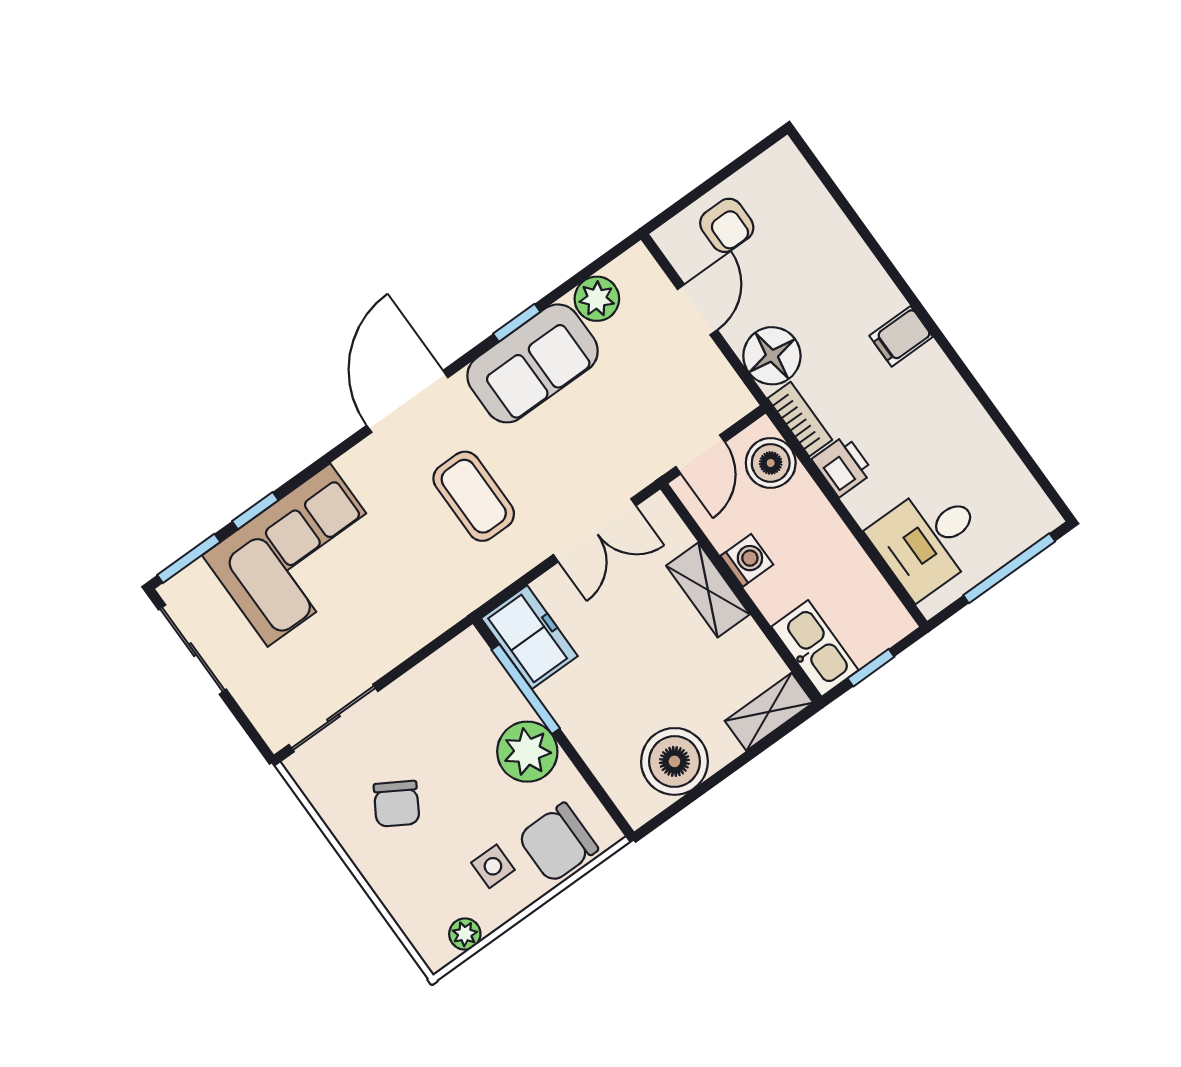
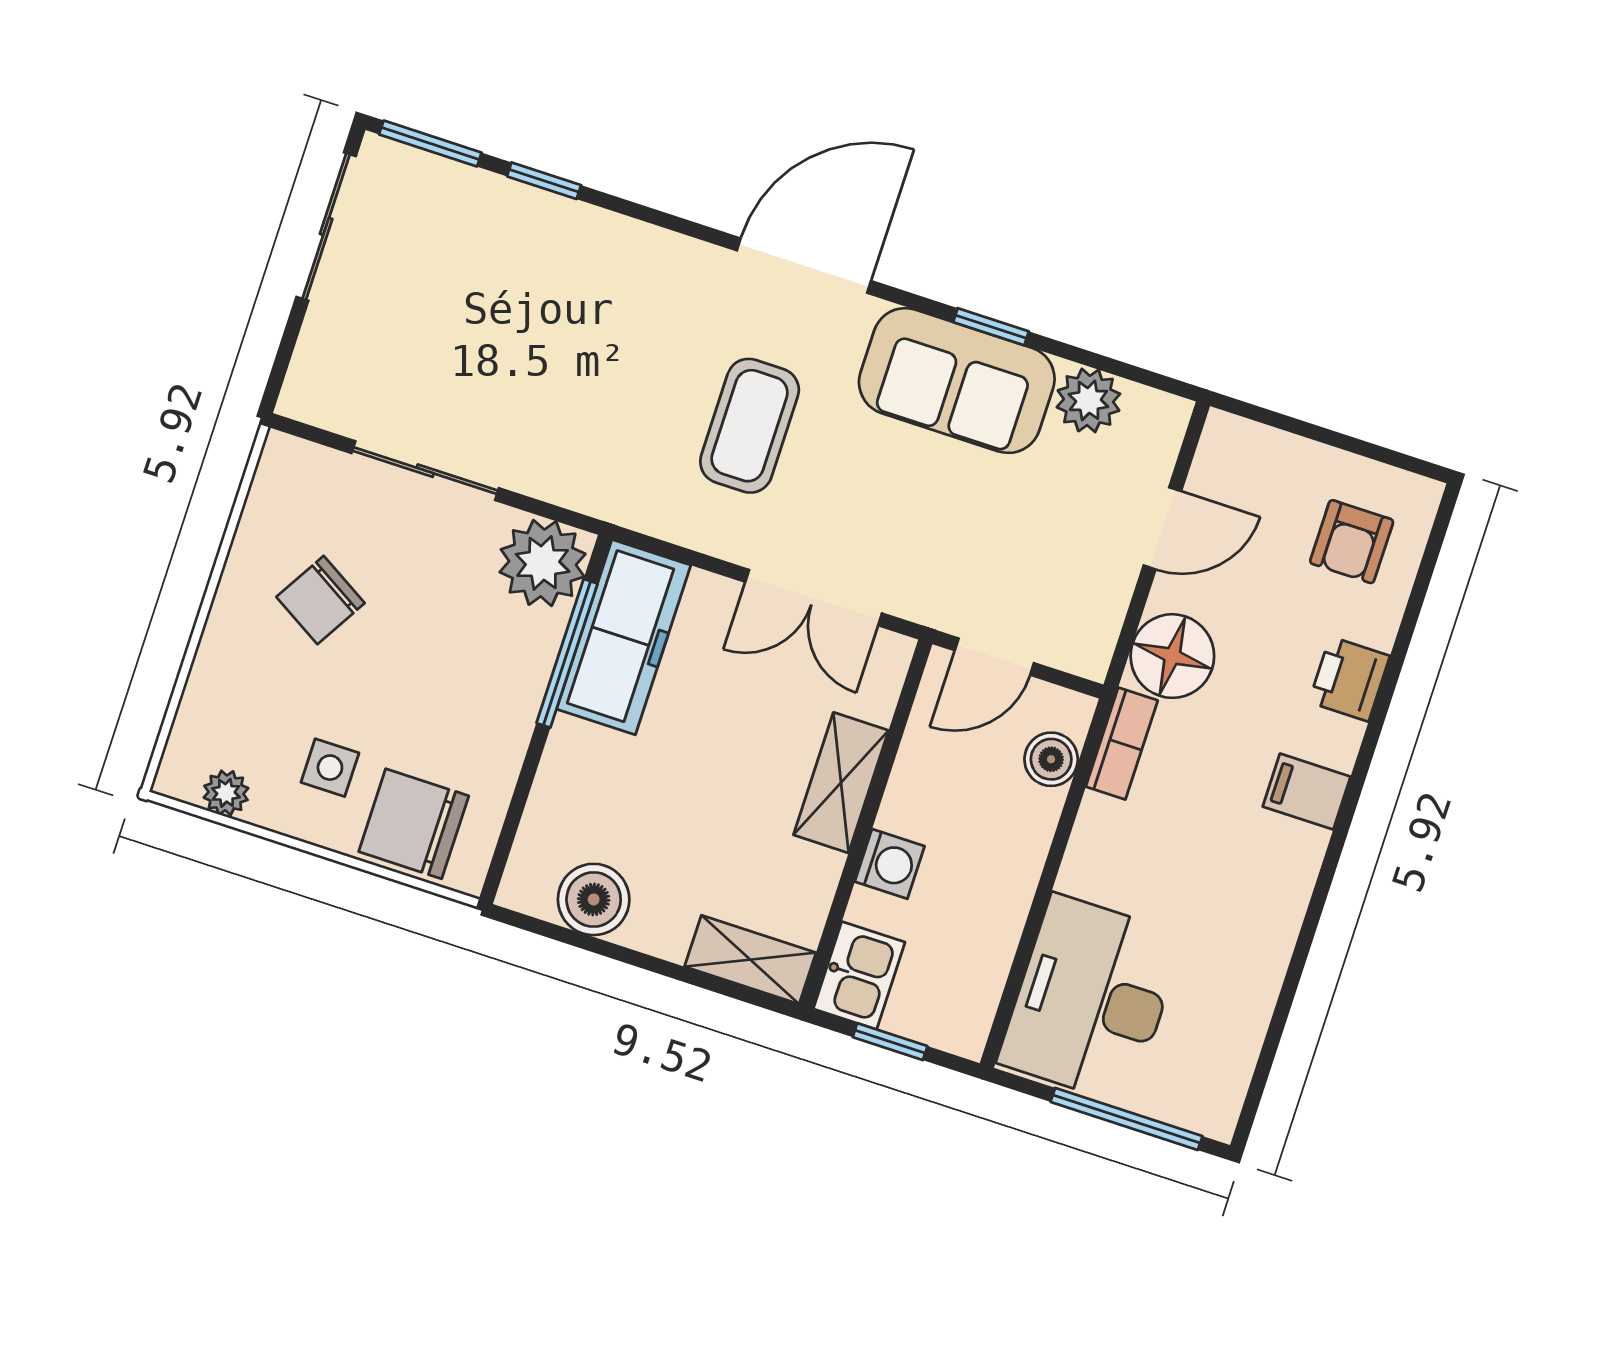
armchair: (727, 225) -> (1352, 542), moved
boiler: (771, 463) -> (1051, 759), width x0.73, depth x0.73
printer: (843, 466) -> (1349, 679), moved, turned 180
desk: (929, 539) -> (1091, 999), width x1.37
corner sofa: (299, 555) -> (529, 270), removed
washing machine: (747, 560) -> (890, 864), moved
freezer: (529, 637) -> (624, 637), width x1.40
kitchen sink: (815, 648) -> (859, 975), width x0.73
sliding door: (333, 718) -> (425, 471), moved
plant: (527, 752) -> (543, 563), moved
boiler: (674, 761) -> (594, 899), width x0.73, depth x0.73

